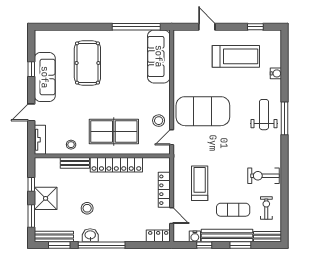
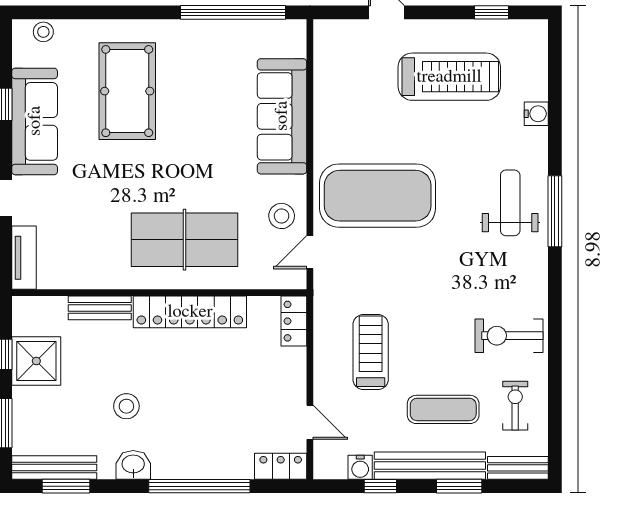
sofa: (159, 56) -> (282, 116), moved
stool: (71, 145) -> (43, 32), moved
locker: (164, 190) -> (294, 321), moved, width x0.66
shower: (46, 198) -> (36, 361), moved
window: (102, 245) -> (199, 486), moved

